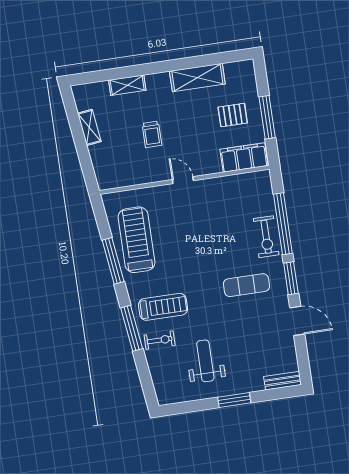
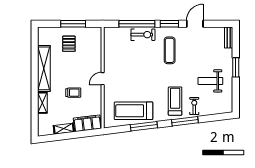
shelving: (197, 78) -> (44, 68), width x1.47
filing cabinet: (244, 158) -> (87, 123), moved, turned 83

